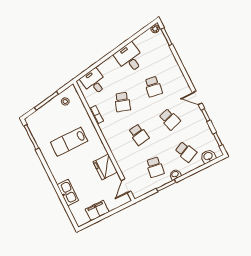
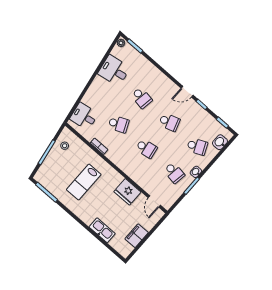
desk: (129, 58) -> (114, 71), moved
school desk: (122, 102) -> (119, 124), turned -42

